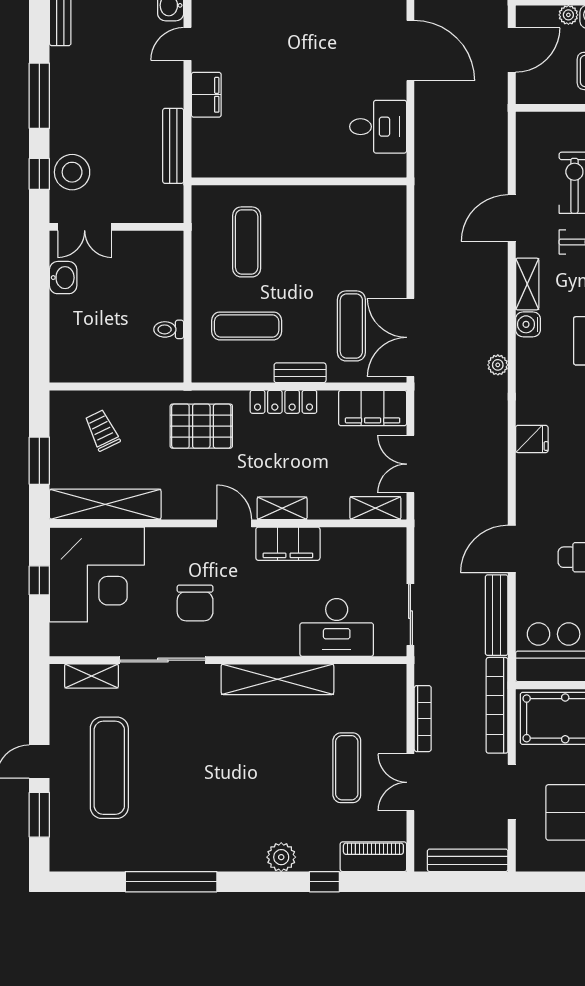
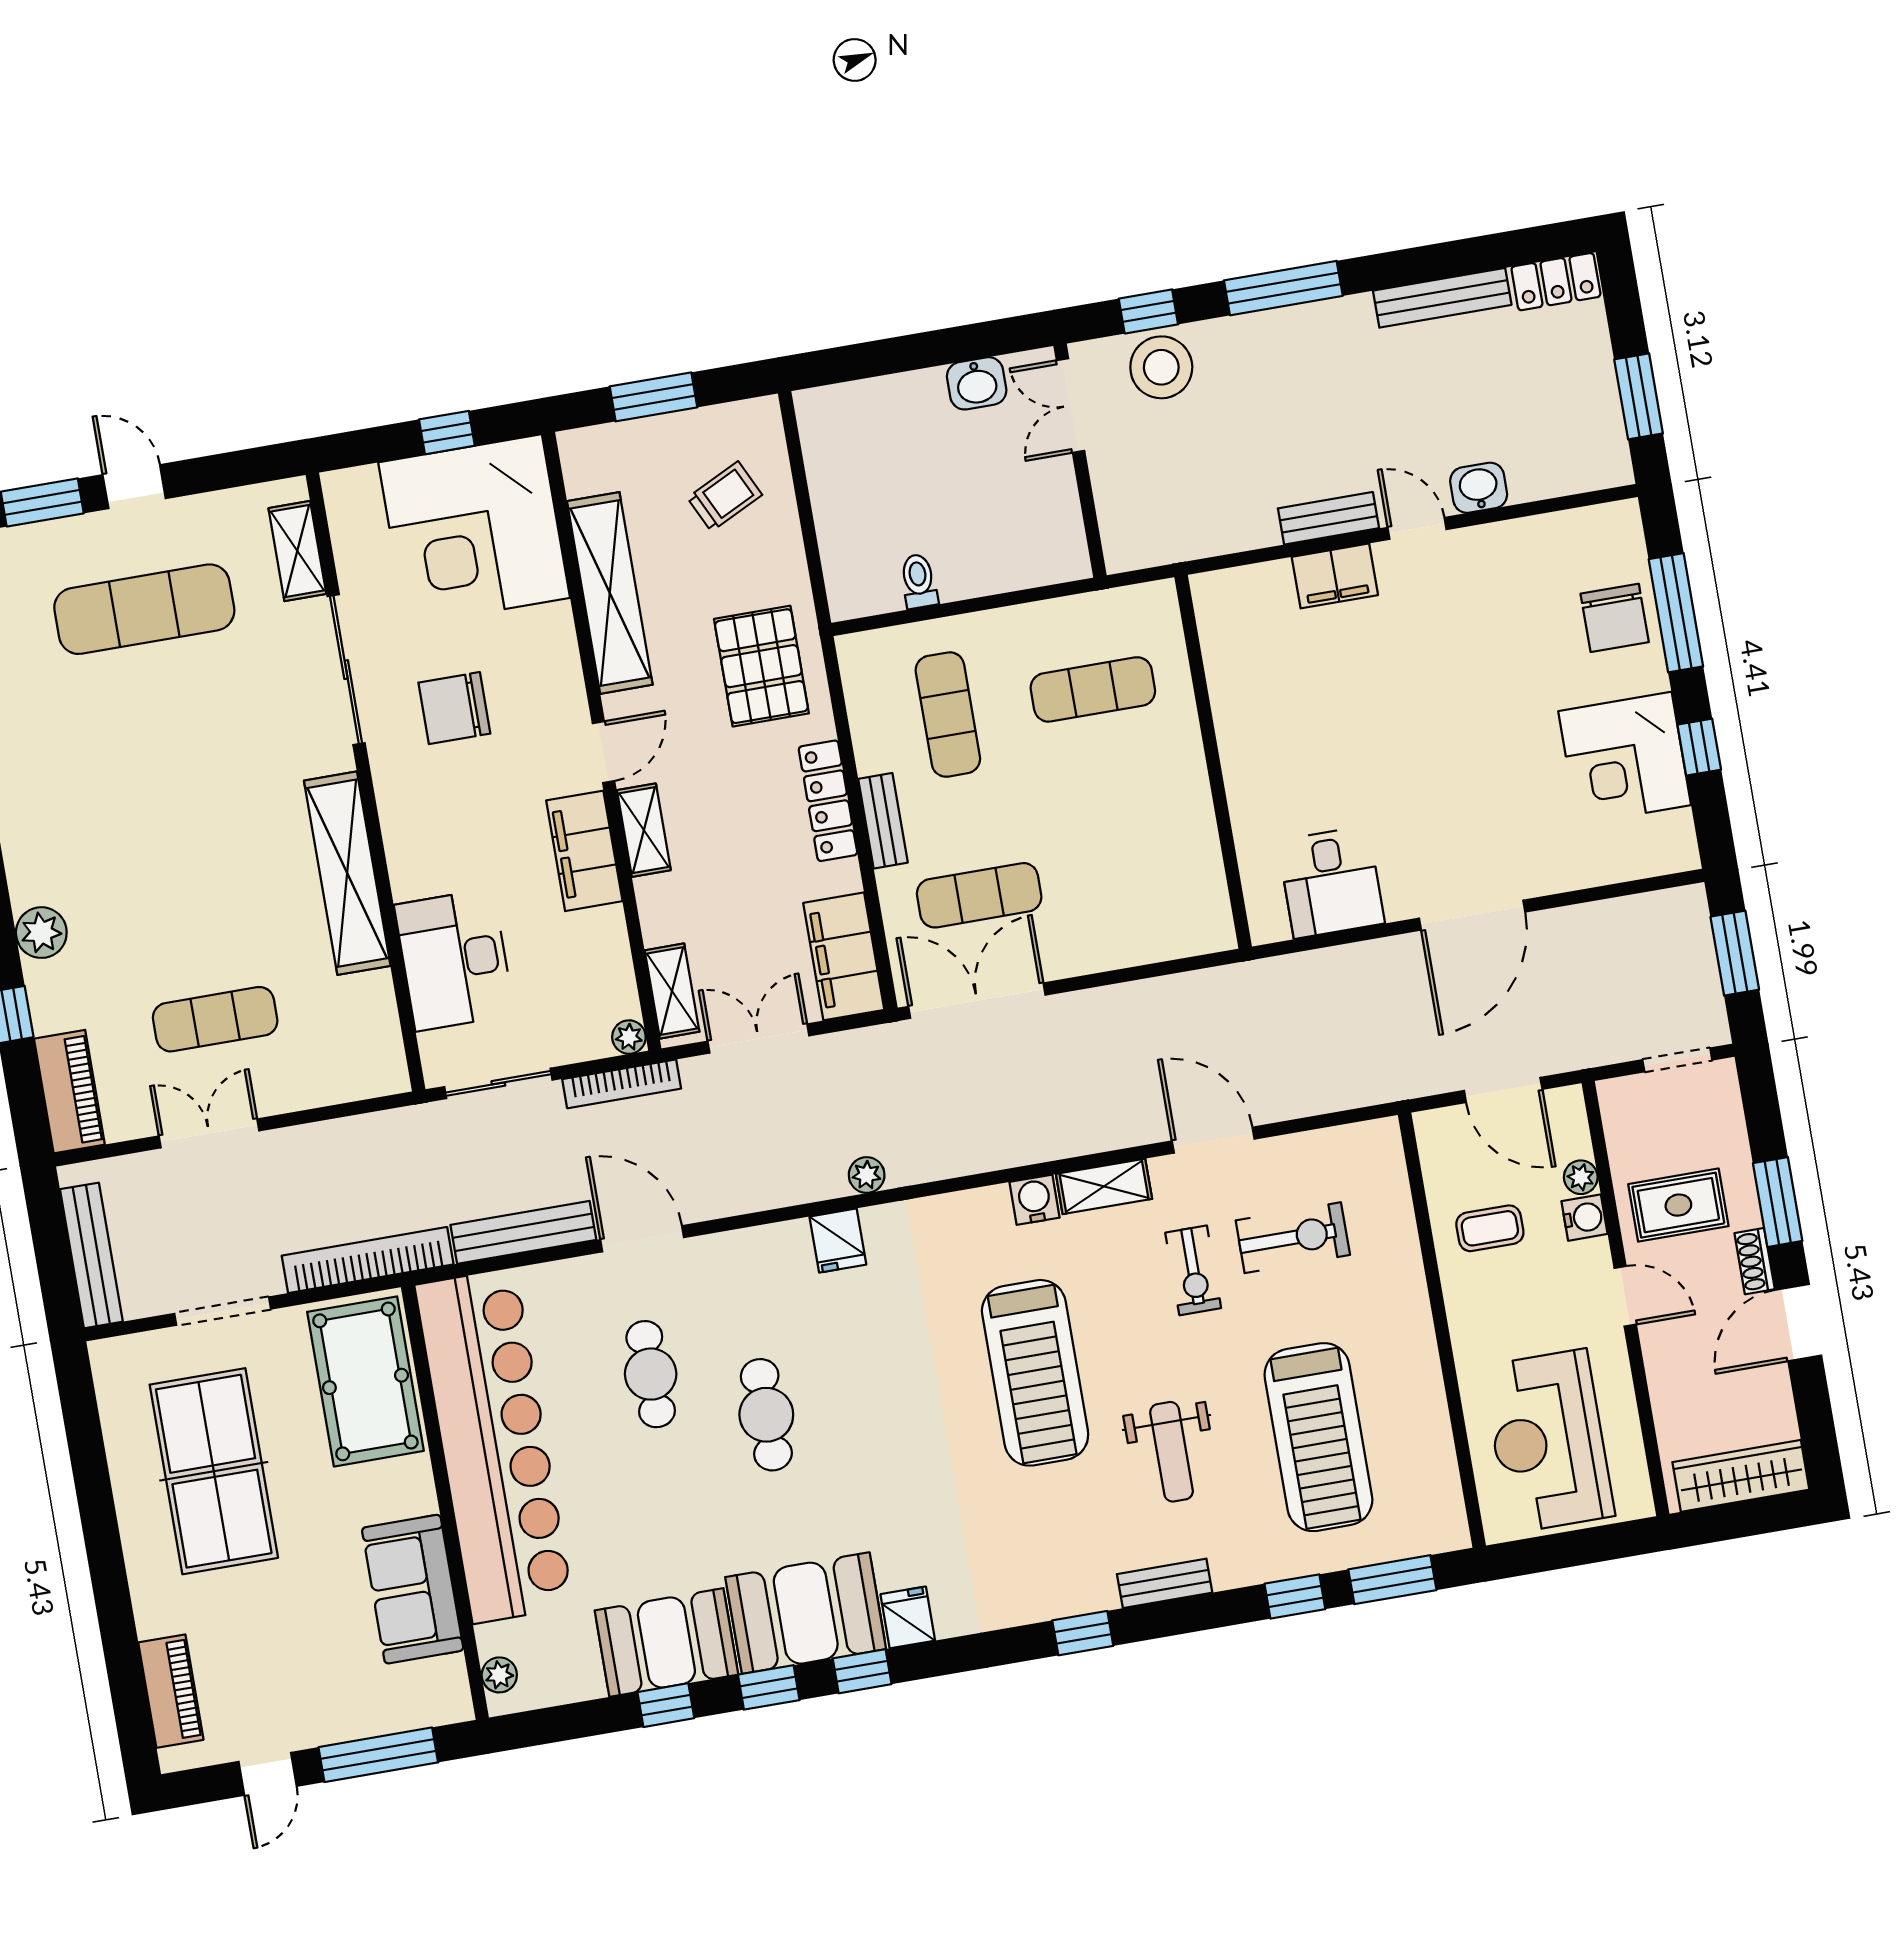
bench: (173, 146) -> (1328, 518), moved, width x0.73
plant: (498, 365) -> (867, 1175), moved
shelving: (105, 504) -> (610, 593), moved
plant: (397, 537) -> (629, 1037), added
bookcase: (423, 719) -> (622, 1084), moved

